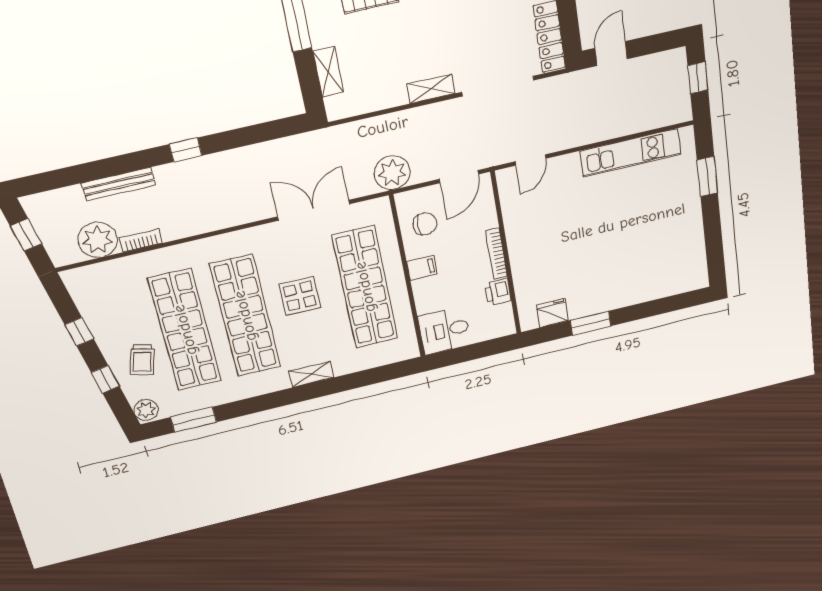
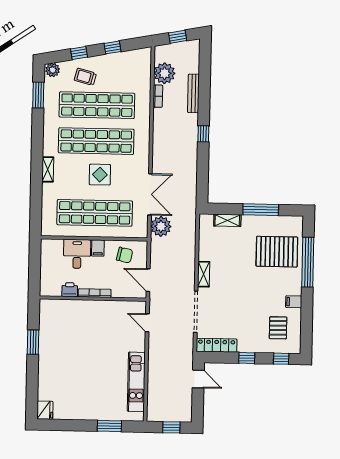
plant: (392, 173) -> (161, 226), moved
chair: (425, 224) -> (125, 255), turned -78
fridge: (552, 313) -> (45, 410), moved
desk: (444, 330) -> (77, 254), moved

